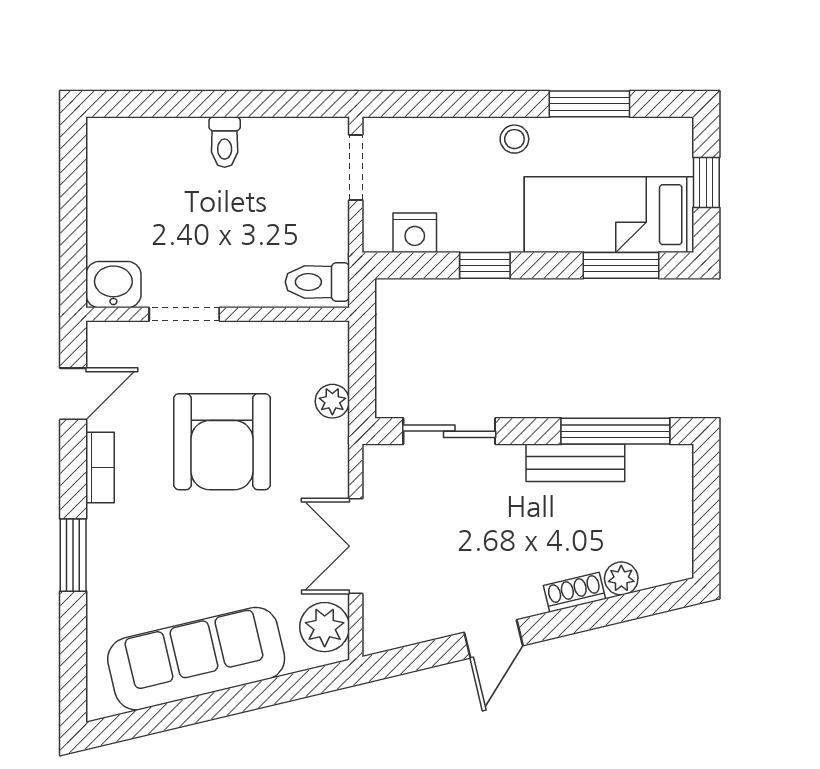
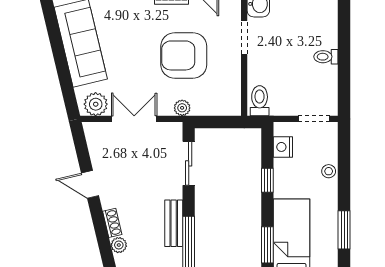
stool: (514, 139) -> (329, 171), moved
plant: (332, 401) -> (182, 108), moved

